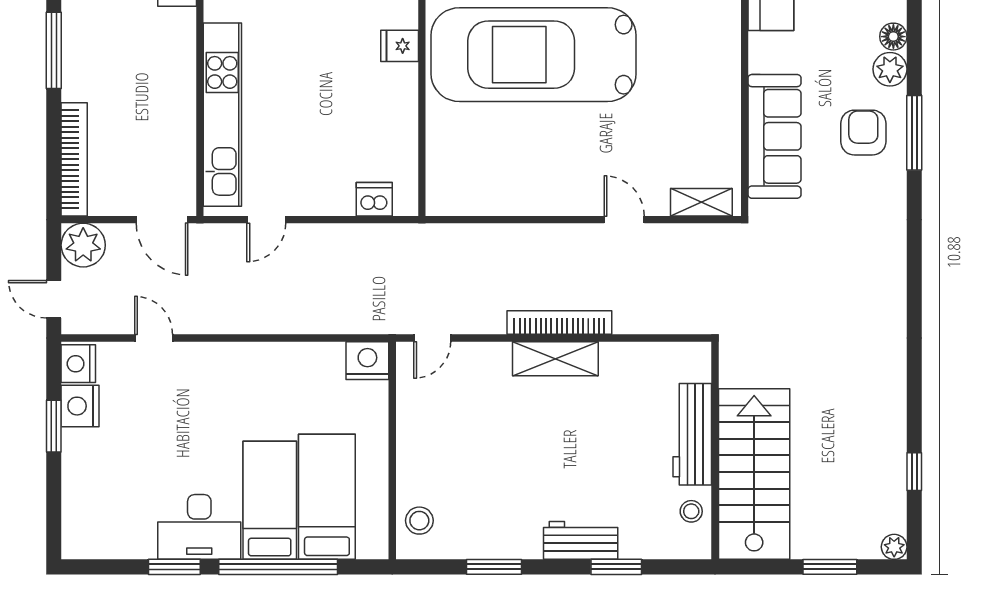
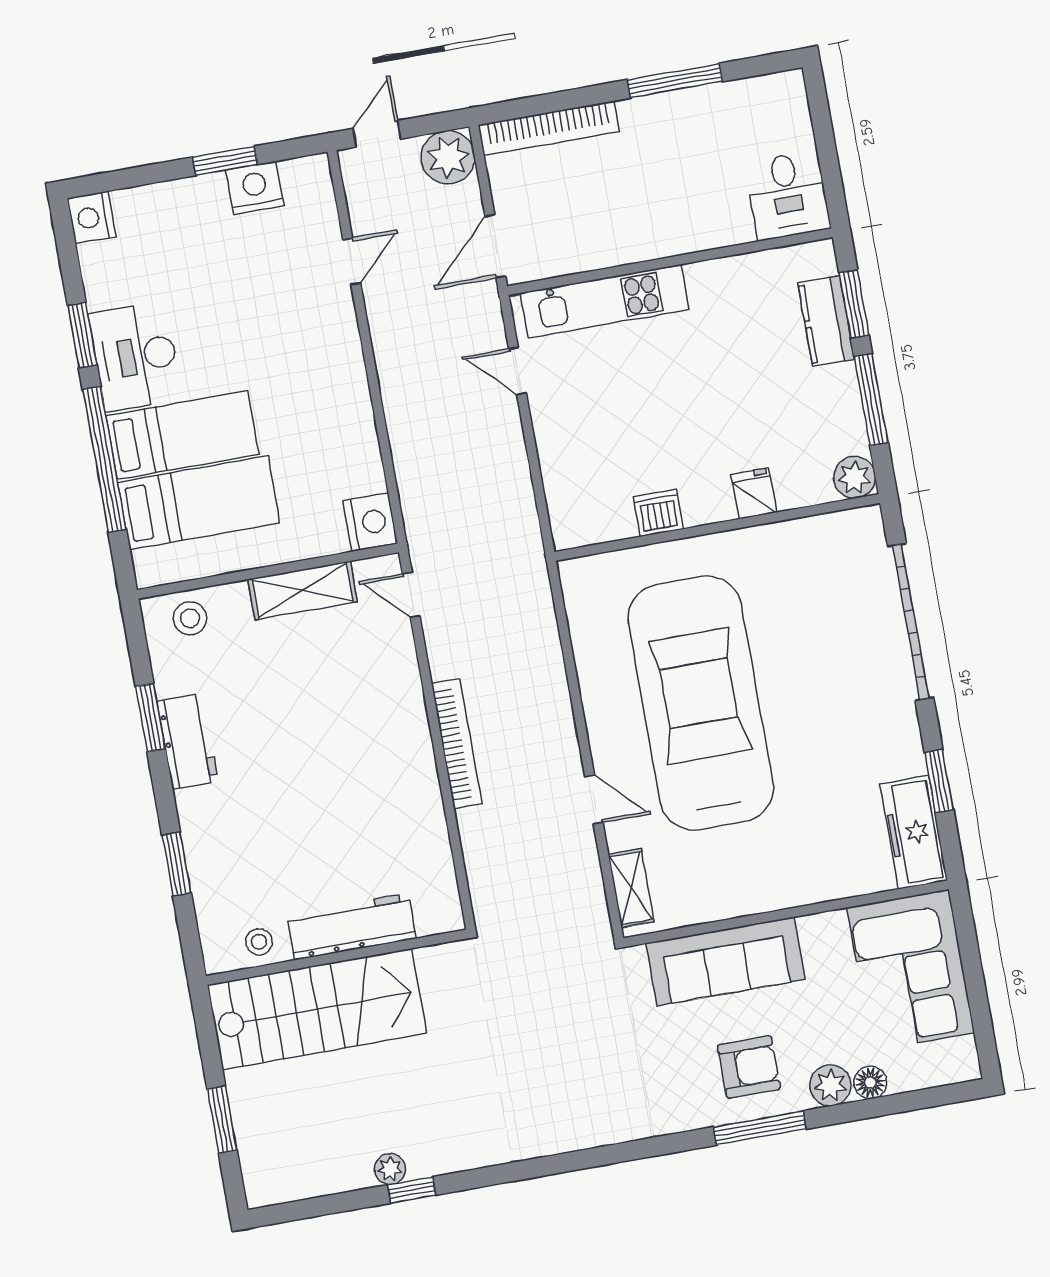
car: (533, 55) -> (701, 703), moved
kitchen unit: (222, 115) -> (605, 301), width x0.73
dishwasher: (374, 199) -> (658, 513), moved, turned -90
door: (624, 220) -> (594, 799), hinge flipped
shelving: (555, 359) -> (303, 590), moved, turned 90
nightstand: (78, 364) -> (92, 218), moved, turned -90
window: (914, 472) -> (412, 1190), moved
workbench: (581, 540) -> (187, 741), moved
plant: (894, 547) -> (390, 1169), moved

